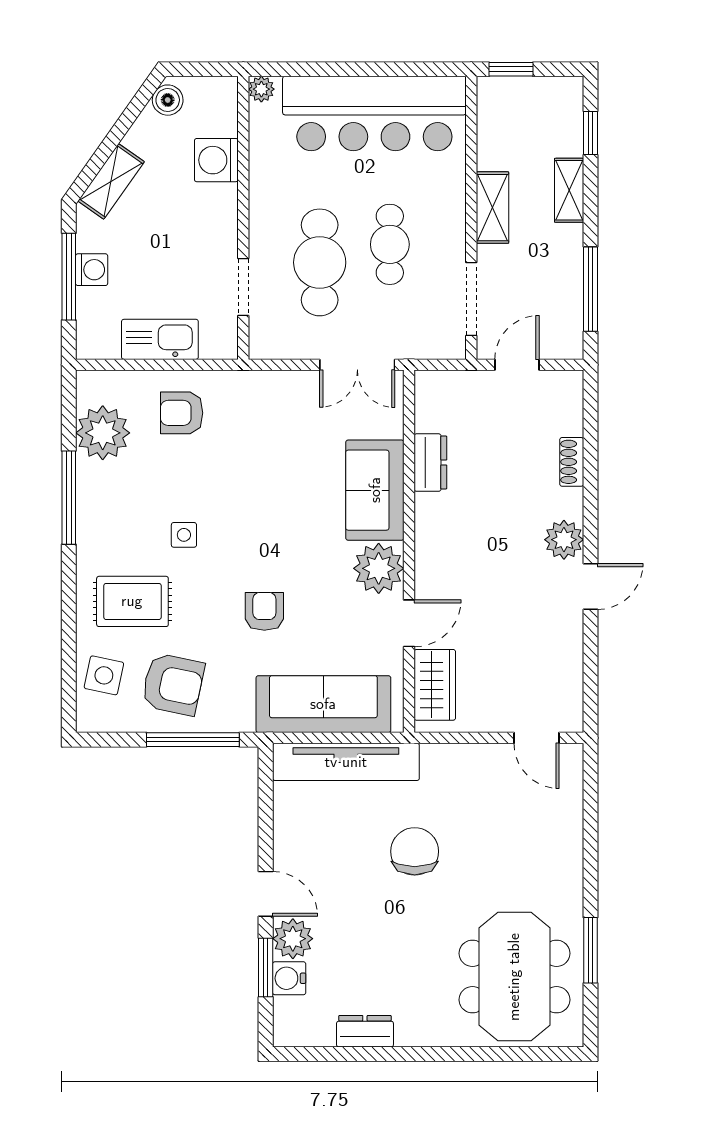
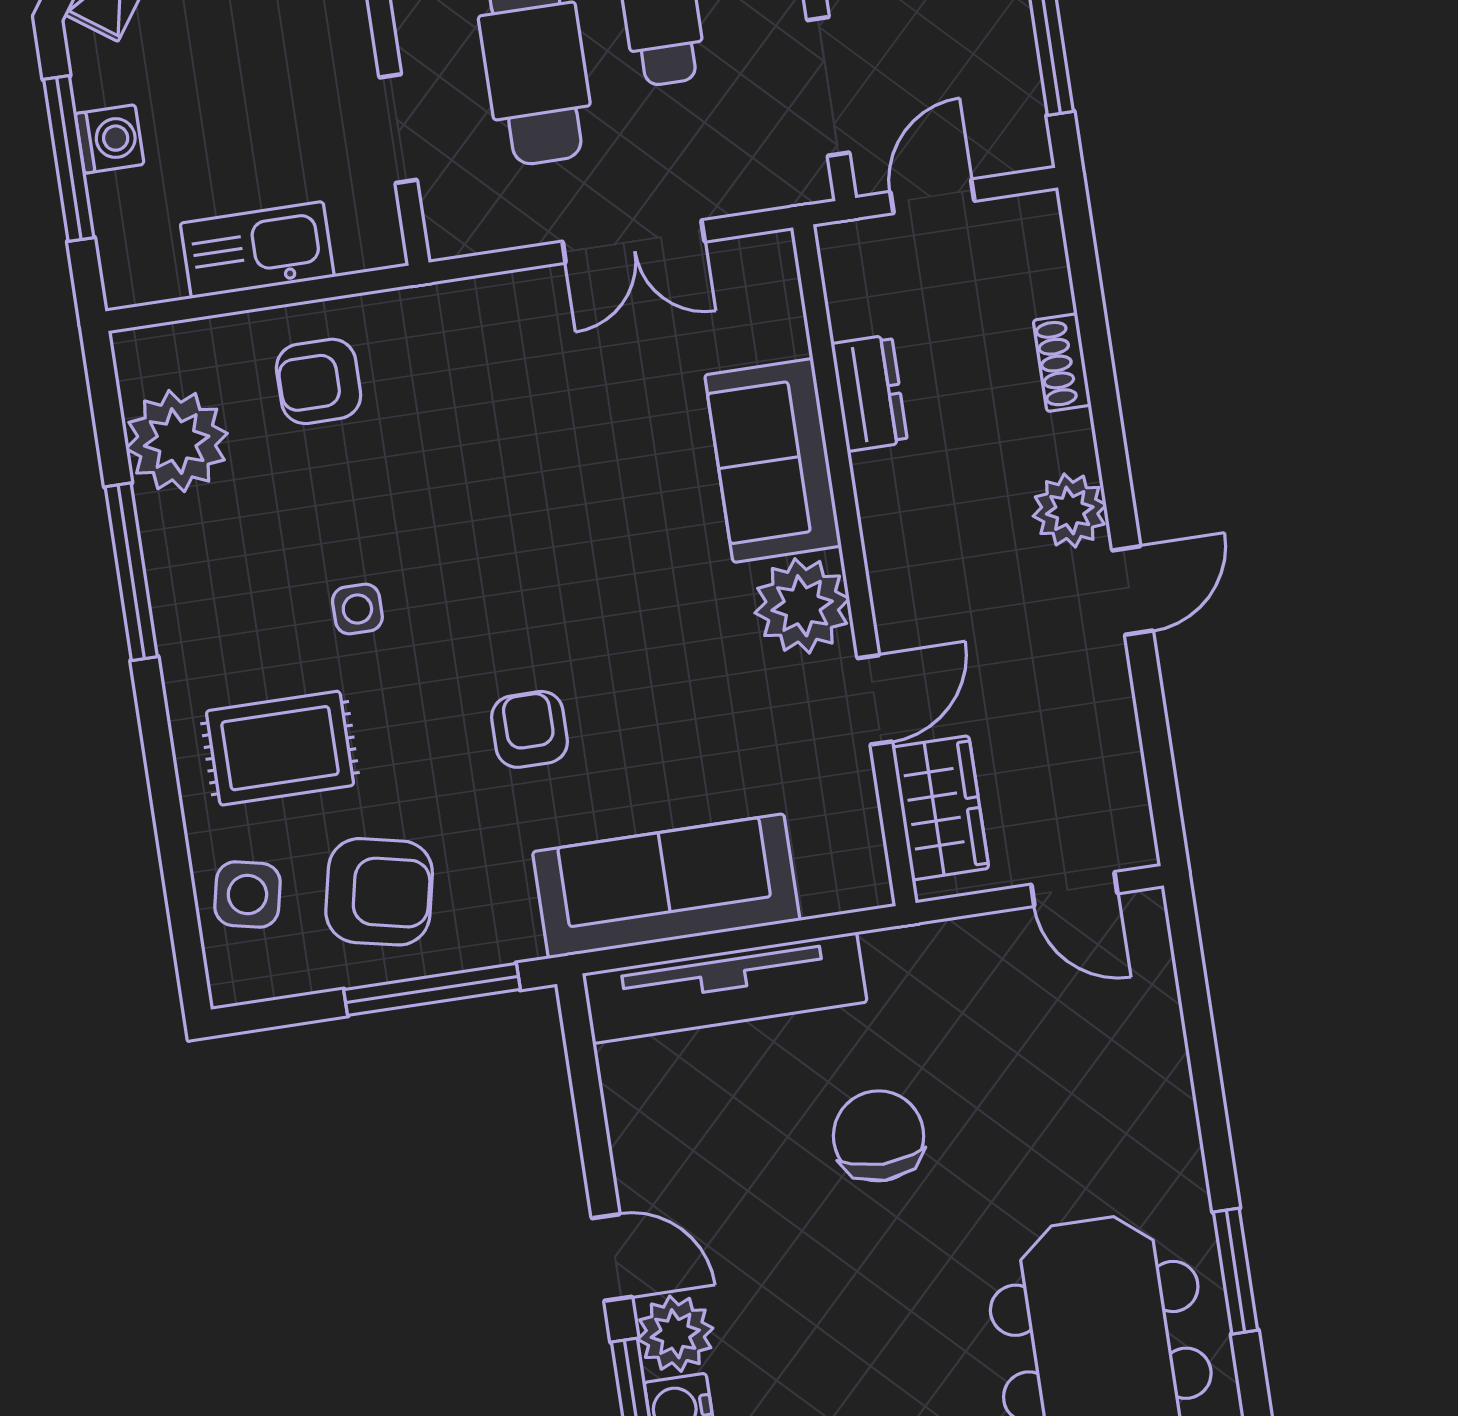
dresser: (430, 463) -> (869, 393), moved
sofa: (375, 490) -> (773, 461), moved
wall: (409, 551) -> (854, 565), moved
plant: (379, 568) -> (802, 606), moved
door: (409, 623) -> (875, 700), moved
wardrobe: (435, 685) -> (940, 808), moved

